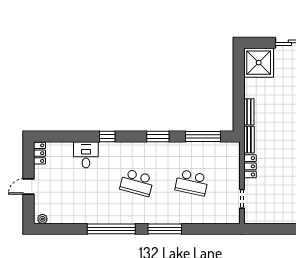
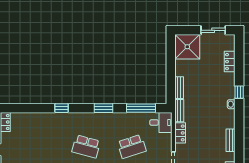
desk: (86, 155) -> (161, 123), moved, turned 90
school desk: (192, 183) -> (132, 146), turned -30

